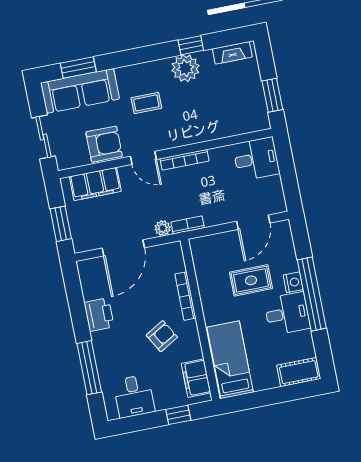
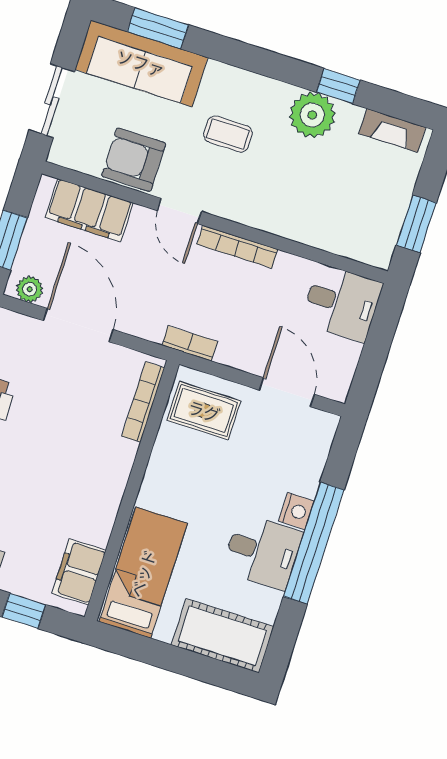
armchair: (104, 144) -> (134, 160), turned 180
door: (253, 222) -> (287, 392), swing flipped
plant: (163, 228) -> (30, 289), moved
door: (123, 248) -> (78, 325), swing flipped
rug: (251, 280) -> (204, 411), moved
bookcase: (185, 296) -> (143, 402), moved
armchair: (162, 336) -> (63, 484), removed
cot: (299, 372) -> (223, 636), width x1.37, depth x1.34

